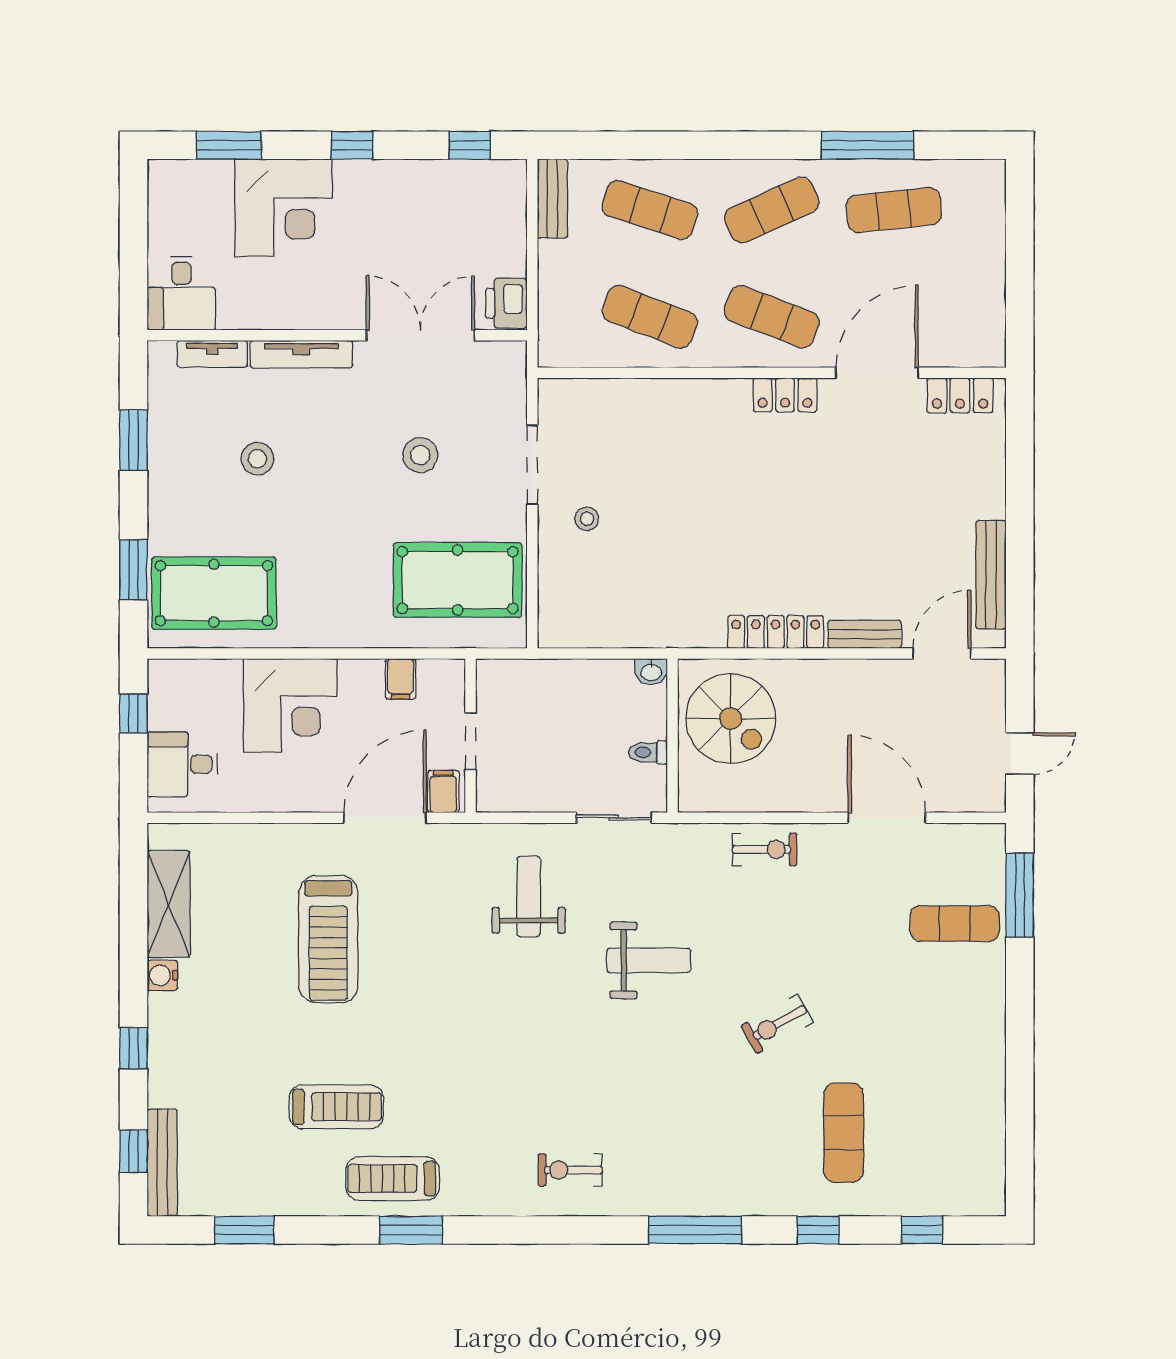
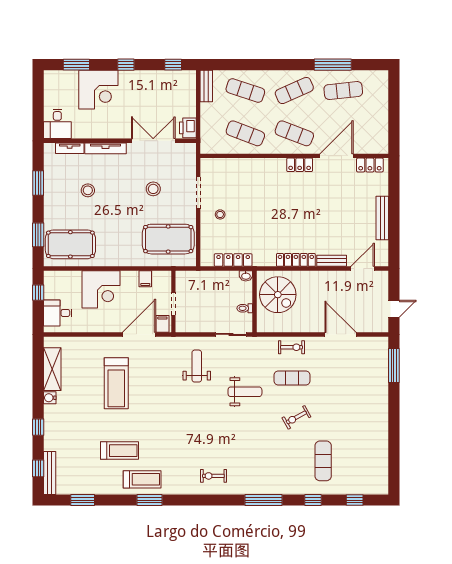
bench: (991, 575) -> (382, 218), moved
locker: (619, 632) -> (233, 260), added
exercise mat: (955, 924) -> (292, 378), moved
treadmill: (393, 1178) -> (142, 479), turned 180

